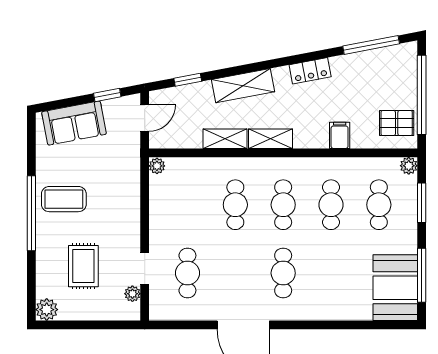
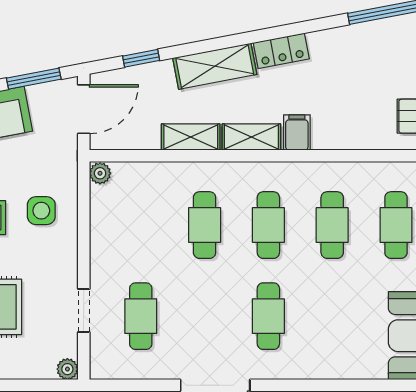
locker: (310, 71) -> (281, 51), moved
window: (107, 95) -> (34, 79), width x1.50
door: (145, 118) -> (84, 109), width x1.38
filing cabinet: (340, 135) -> (297, 133), moved
side table: (113, 194) -> (41, 211), added
plant: (132, 294) -> (67, 369), moved

